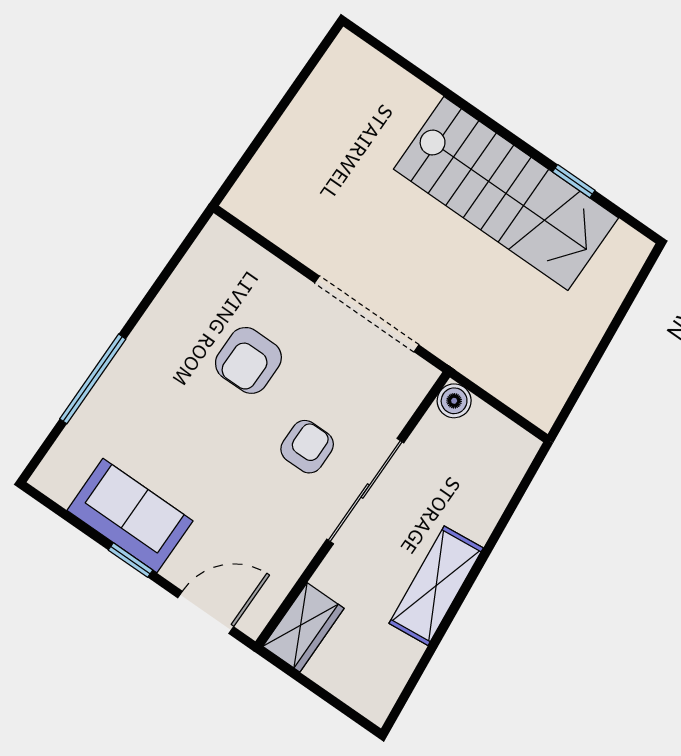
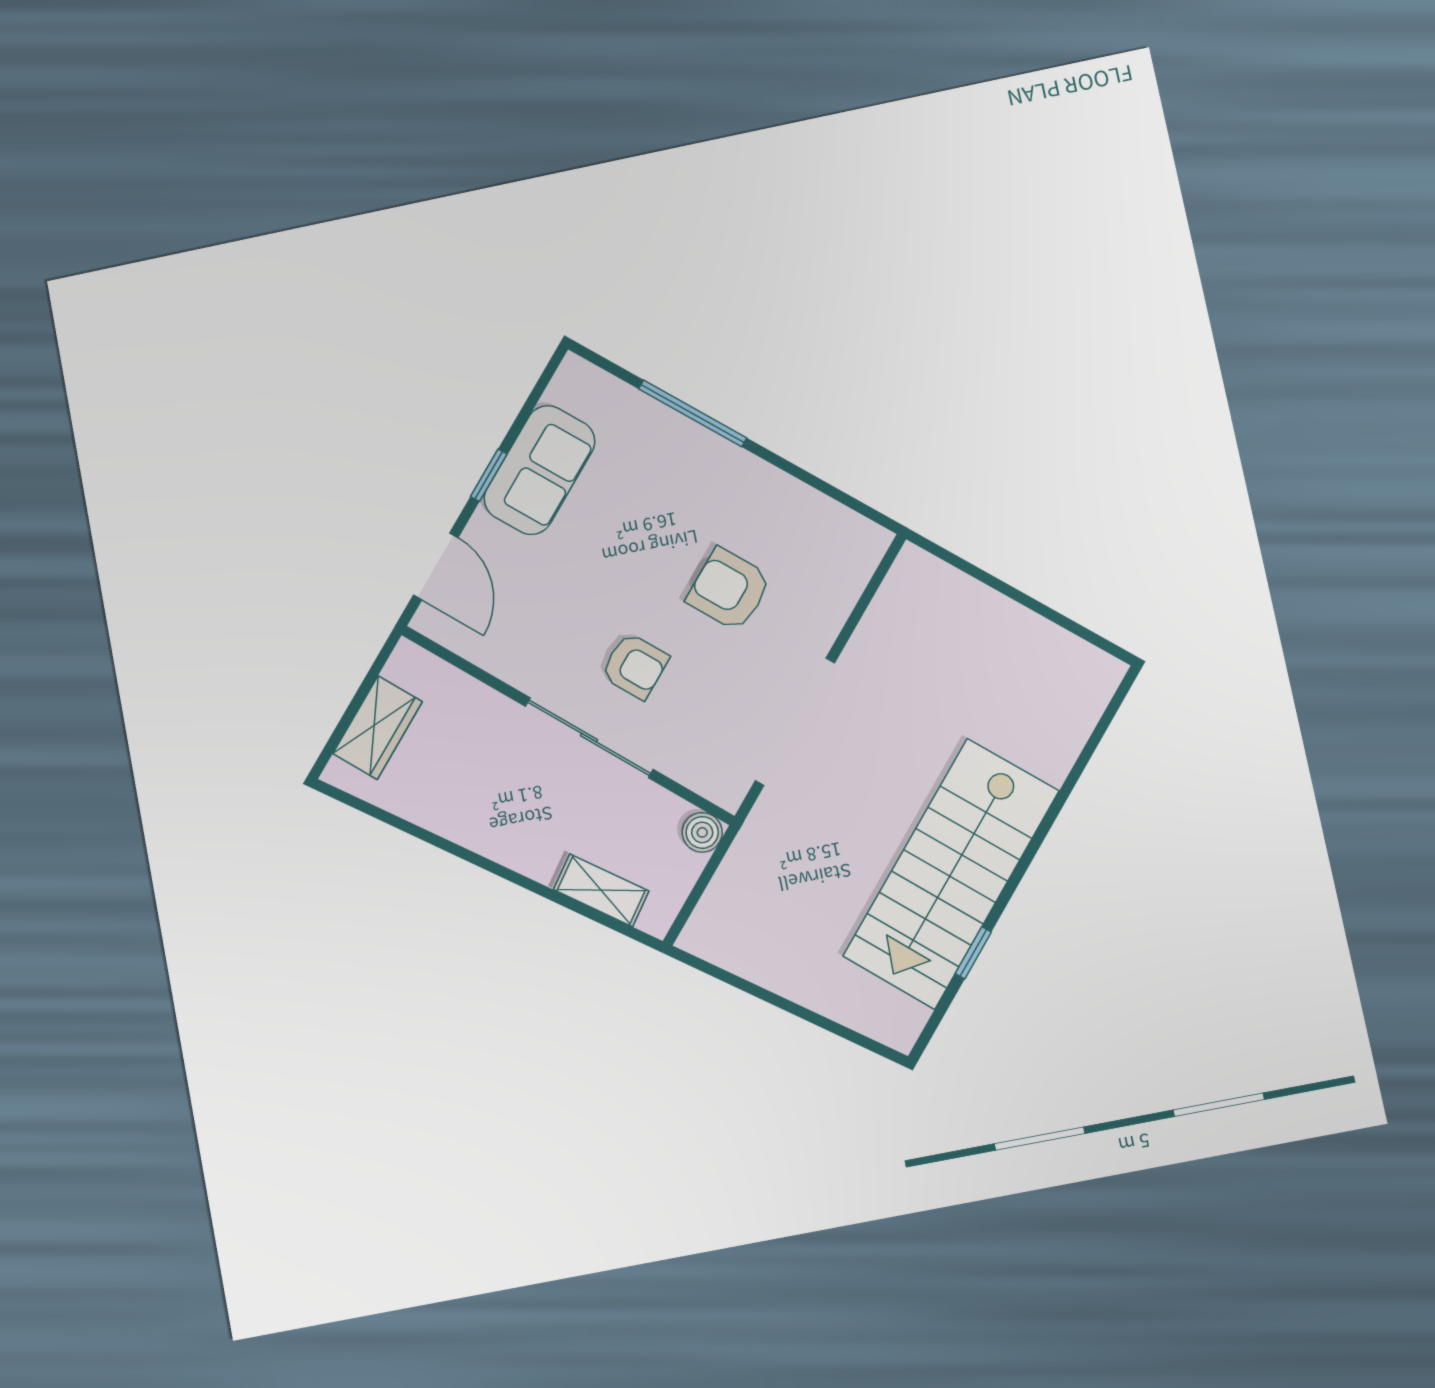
shelving: (436, 586) -> (601, 890), moved, width x0.67, depth x0.75
wardrobe: (303, 627) -> (378, 728), moved, turned -90

